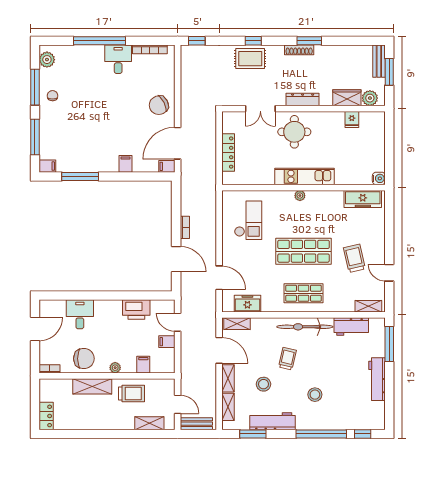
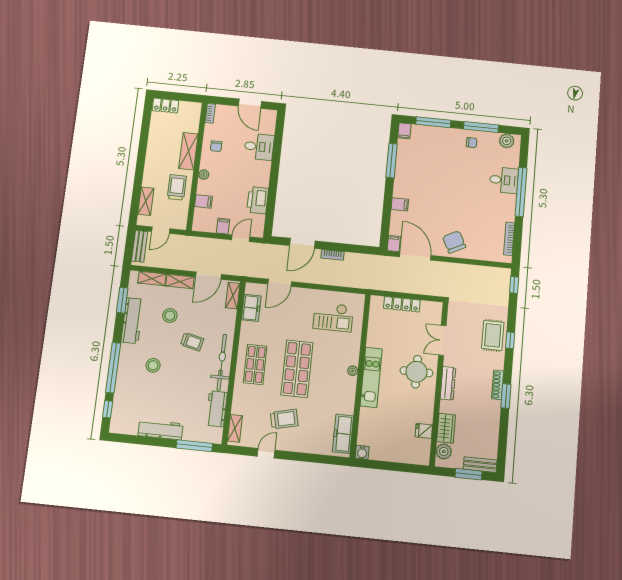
desk: (118, 59) -> (504, 180), moved
chair: (84, 359) -> (216, 146), width x0.54, depth x0.54
trolley: (131, 393) -> (177, 187), turned 180

